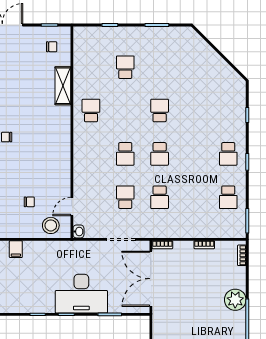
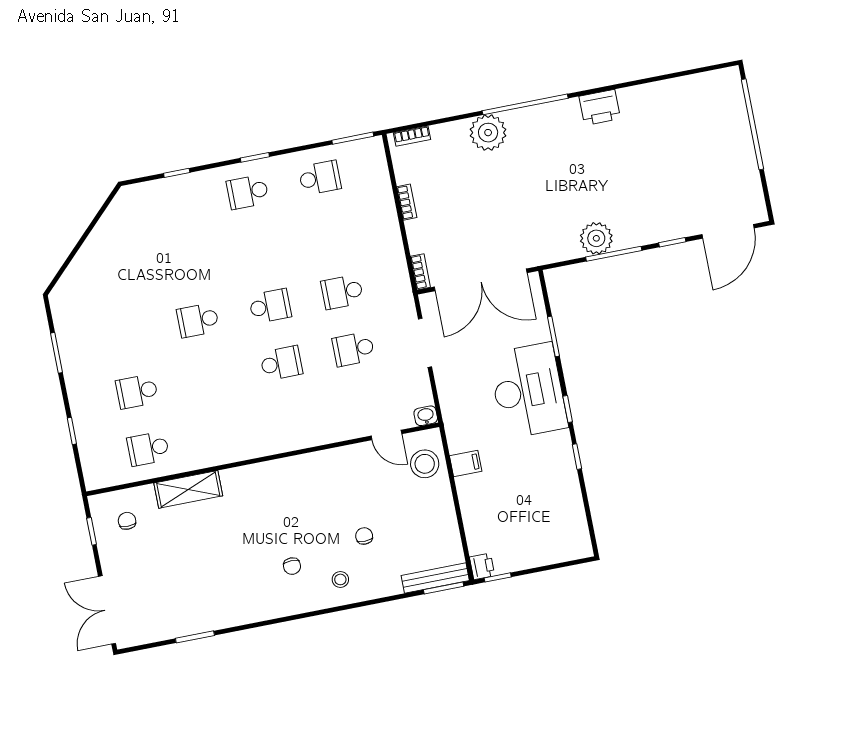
school desk: (91, 111) -> (148, 449), moved
school desk: (228, 154) -> (248, 192), turned 180
school desk: (160, 197) -> (342, 292), turned 180
chair: (29, 202) -> (364, 536), moved
filing cabinet: (16, 249) -> (466, 463), moved

